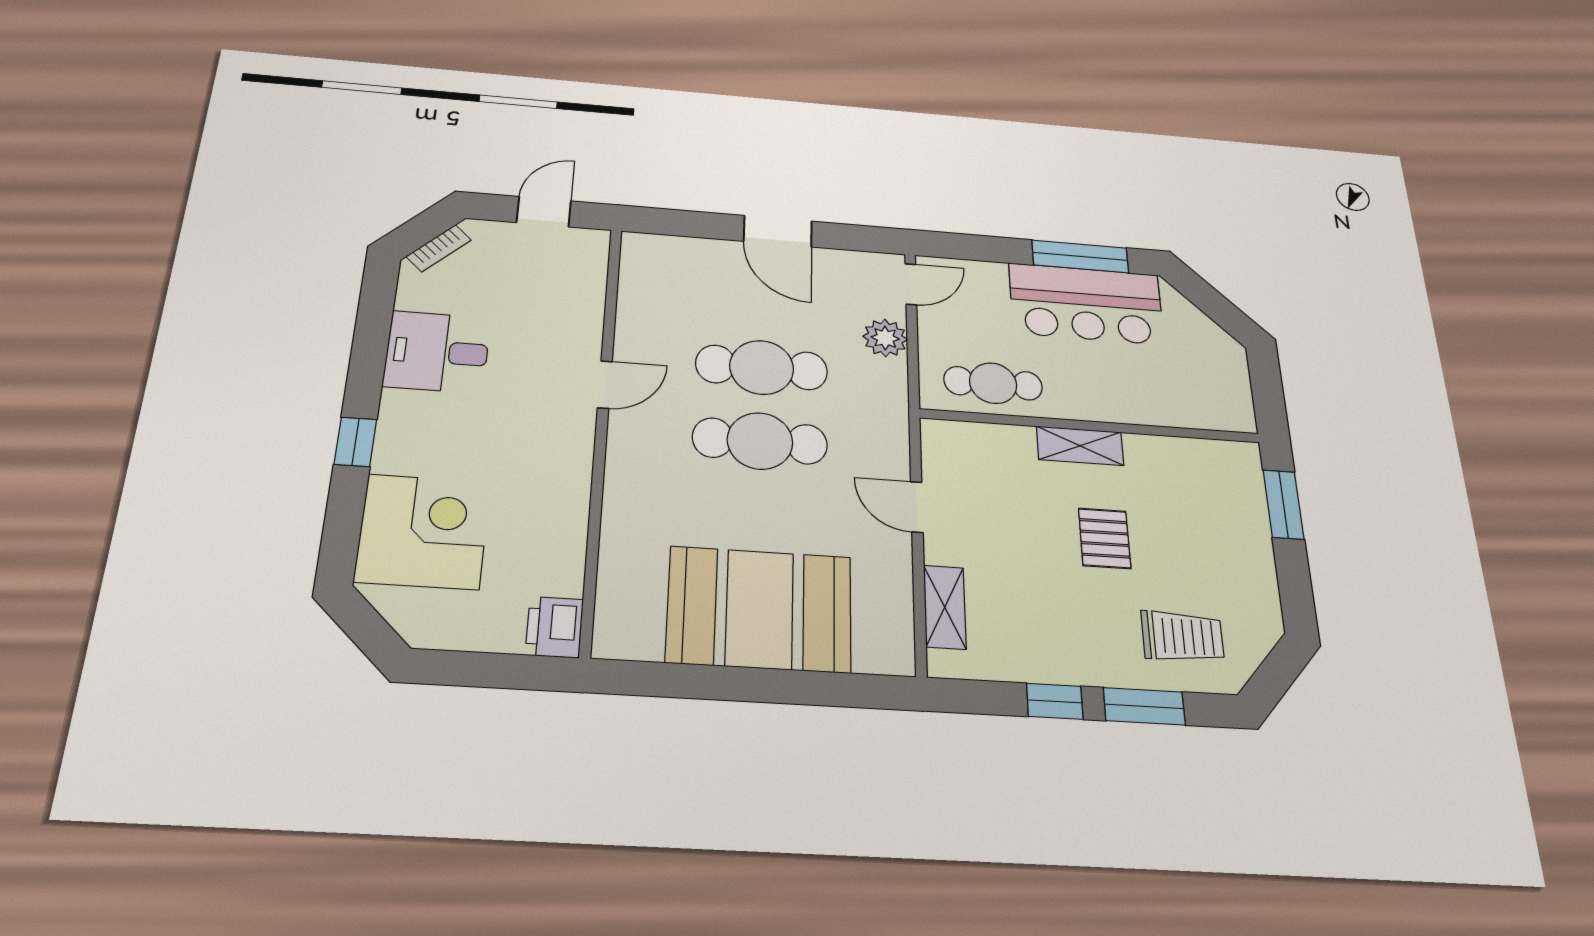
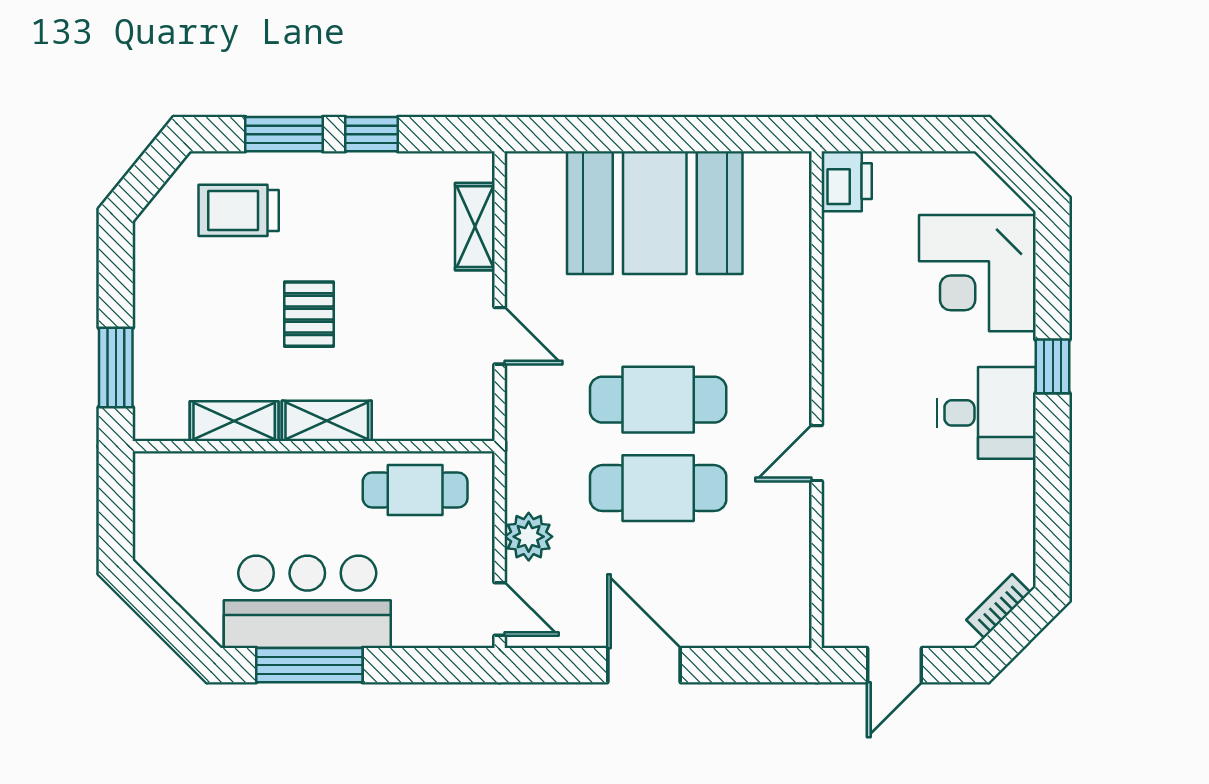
door: (911, 284) -> (500, 609), swing flipped
desk: (437, 352) -> (986, 413), moved
shelving: (1167, 452) -> (234, 421), added

